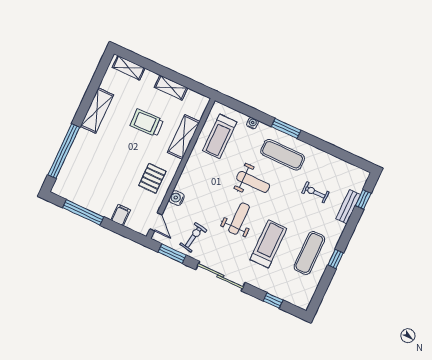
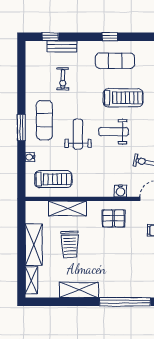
shelving: (171, 88) -> (34, 245), width x1.50, depth x1.33
treadmill: (268, 244) -> (123, 98), turned 180

